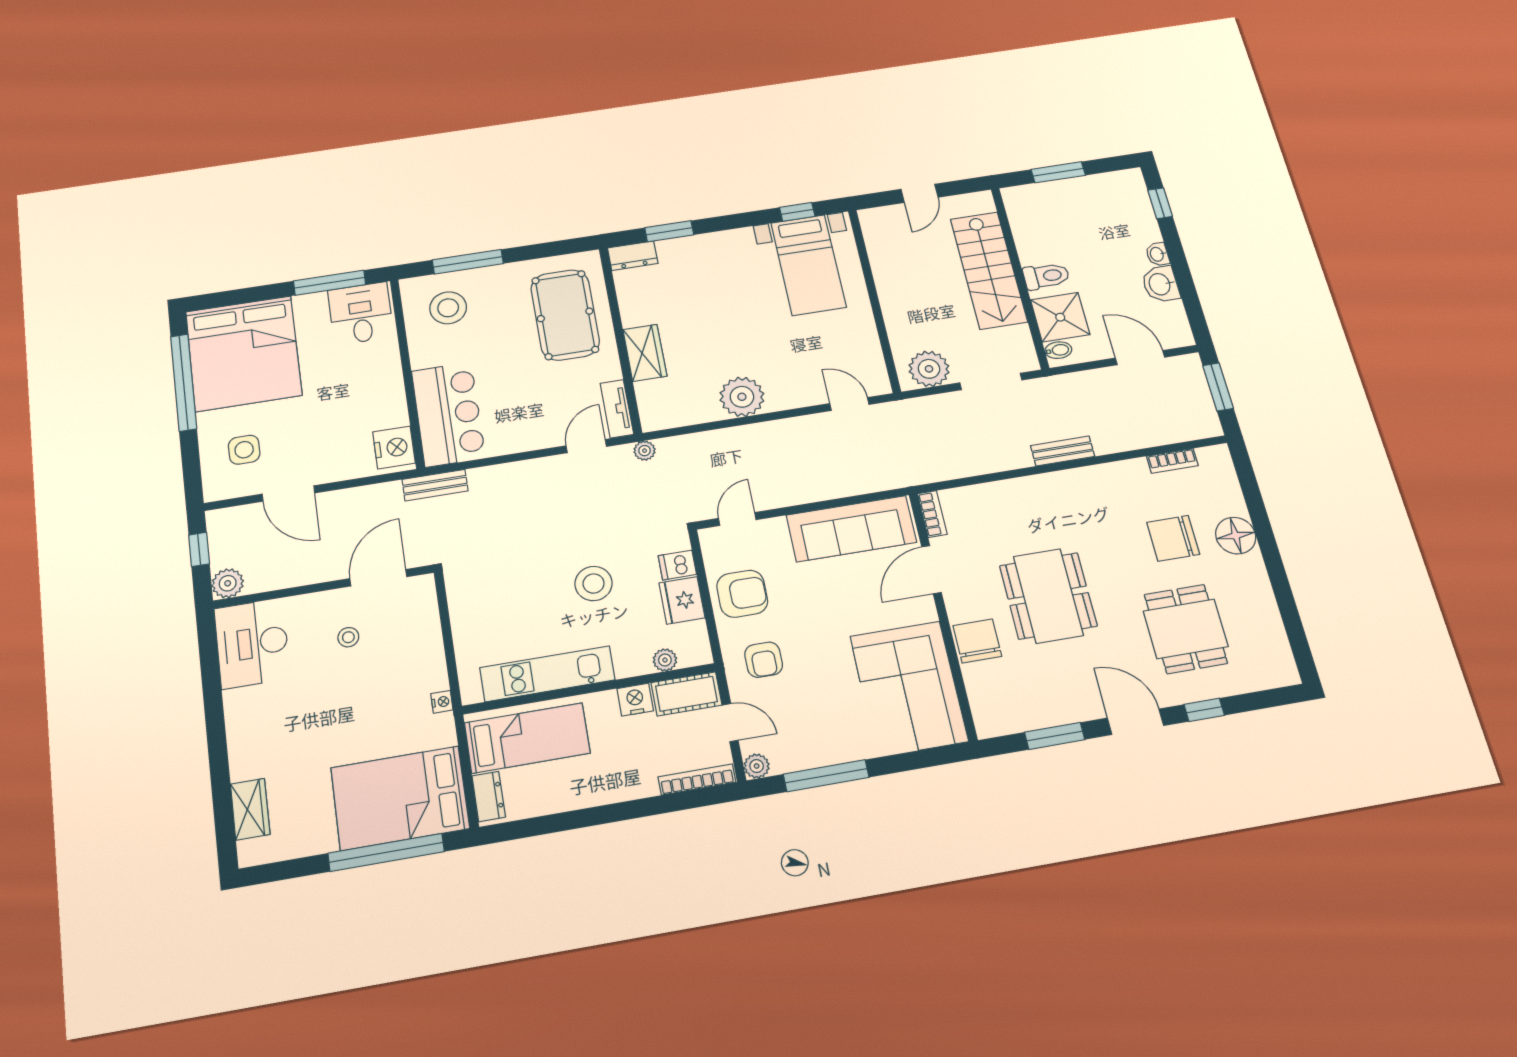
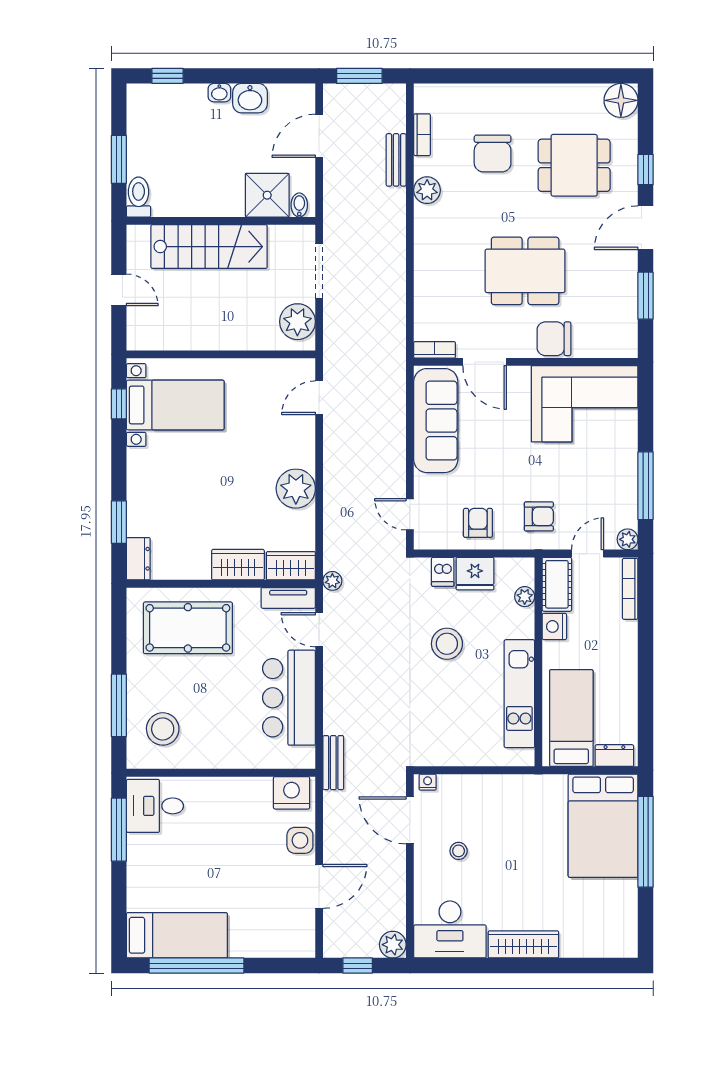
toilet: (1046, 276) -> (139, 197), moved
bed: (244, 353) -> (177, 935), width x0.49
wardrobe: (654, 406) -> (291, 566), added
bar counter: (448, 414) -> (289, 698), moved, turned -90
side table: (244, 450) -> (300, 840), moved
bench: (1063, 451) -> (396, 160), moved
plant: (1112, 476) -> (427, 190), added
floor lamp: (1236, 536) -> (621, 100), moved
armchair: (742, 594) -> (478, 523), width x0.72, depth x0.72
nightstand: (442, 702) -> (428, 782), moved
wardrobe: (250, 809) -> (523, 944), moved, width x1.50

